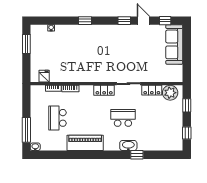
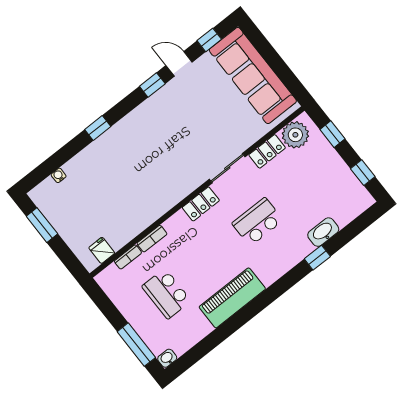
sofa: (174, 44) -> (253, 76), width x1.36, depth x1.27
washbasin: (128, 145) -> (323, 232), moved

